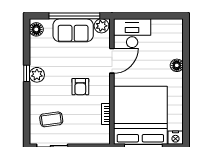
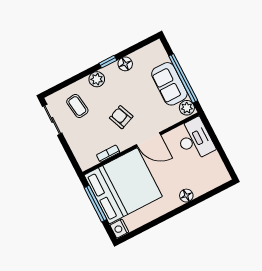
floor lamp: (36, 29) -> (125, 64), moved
door: (112, 61) -> (149, 140), moved
plant: (37, 75) -> (97, 79), moved
armchair: (80, 87) -> (121, 117), turned 68

